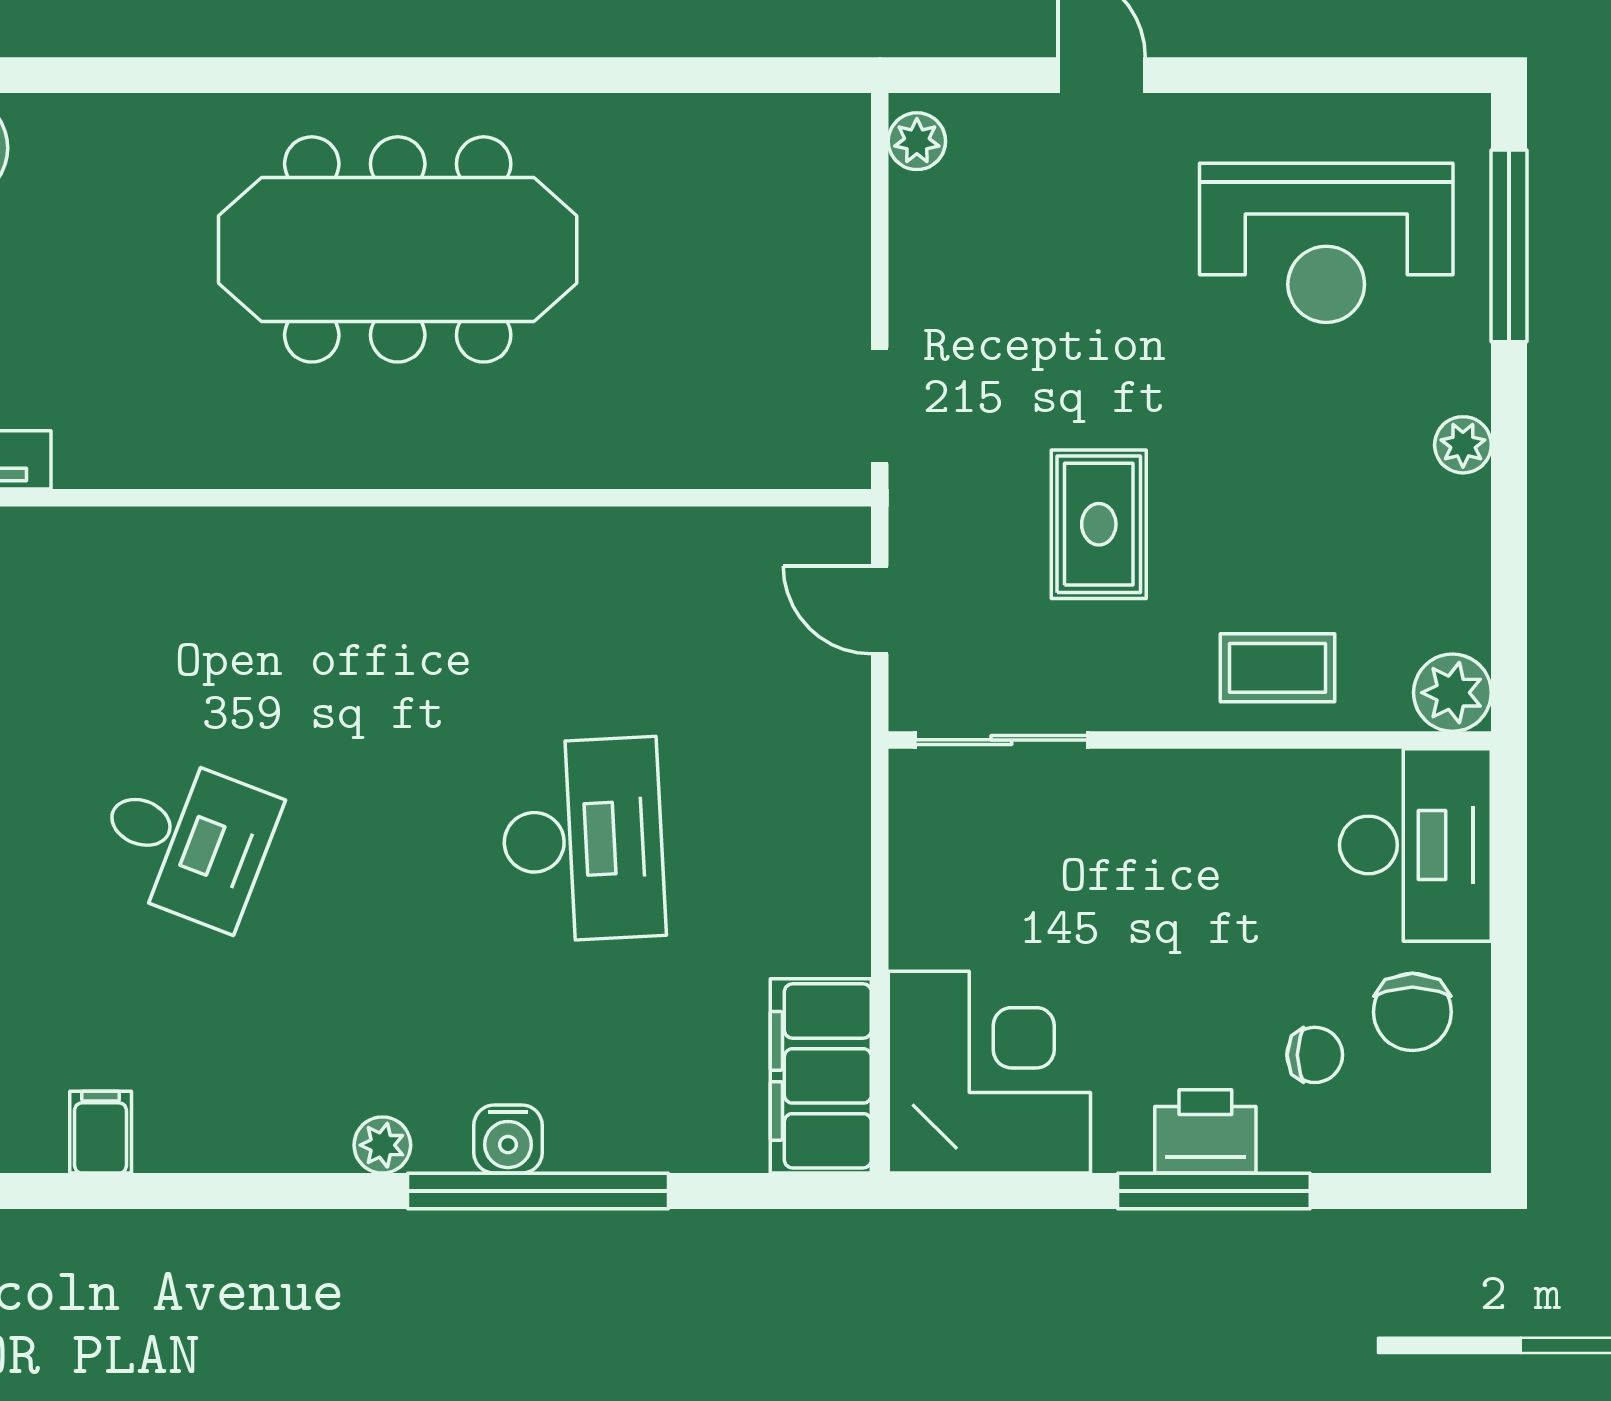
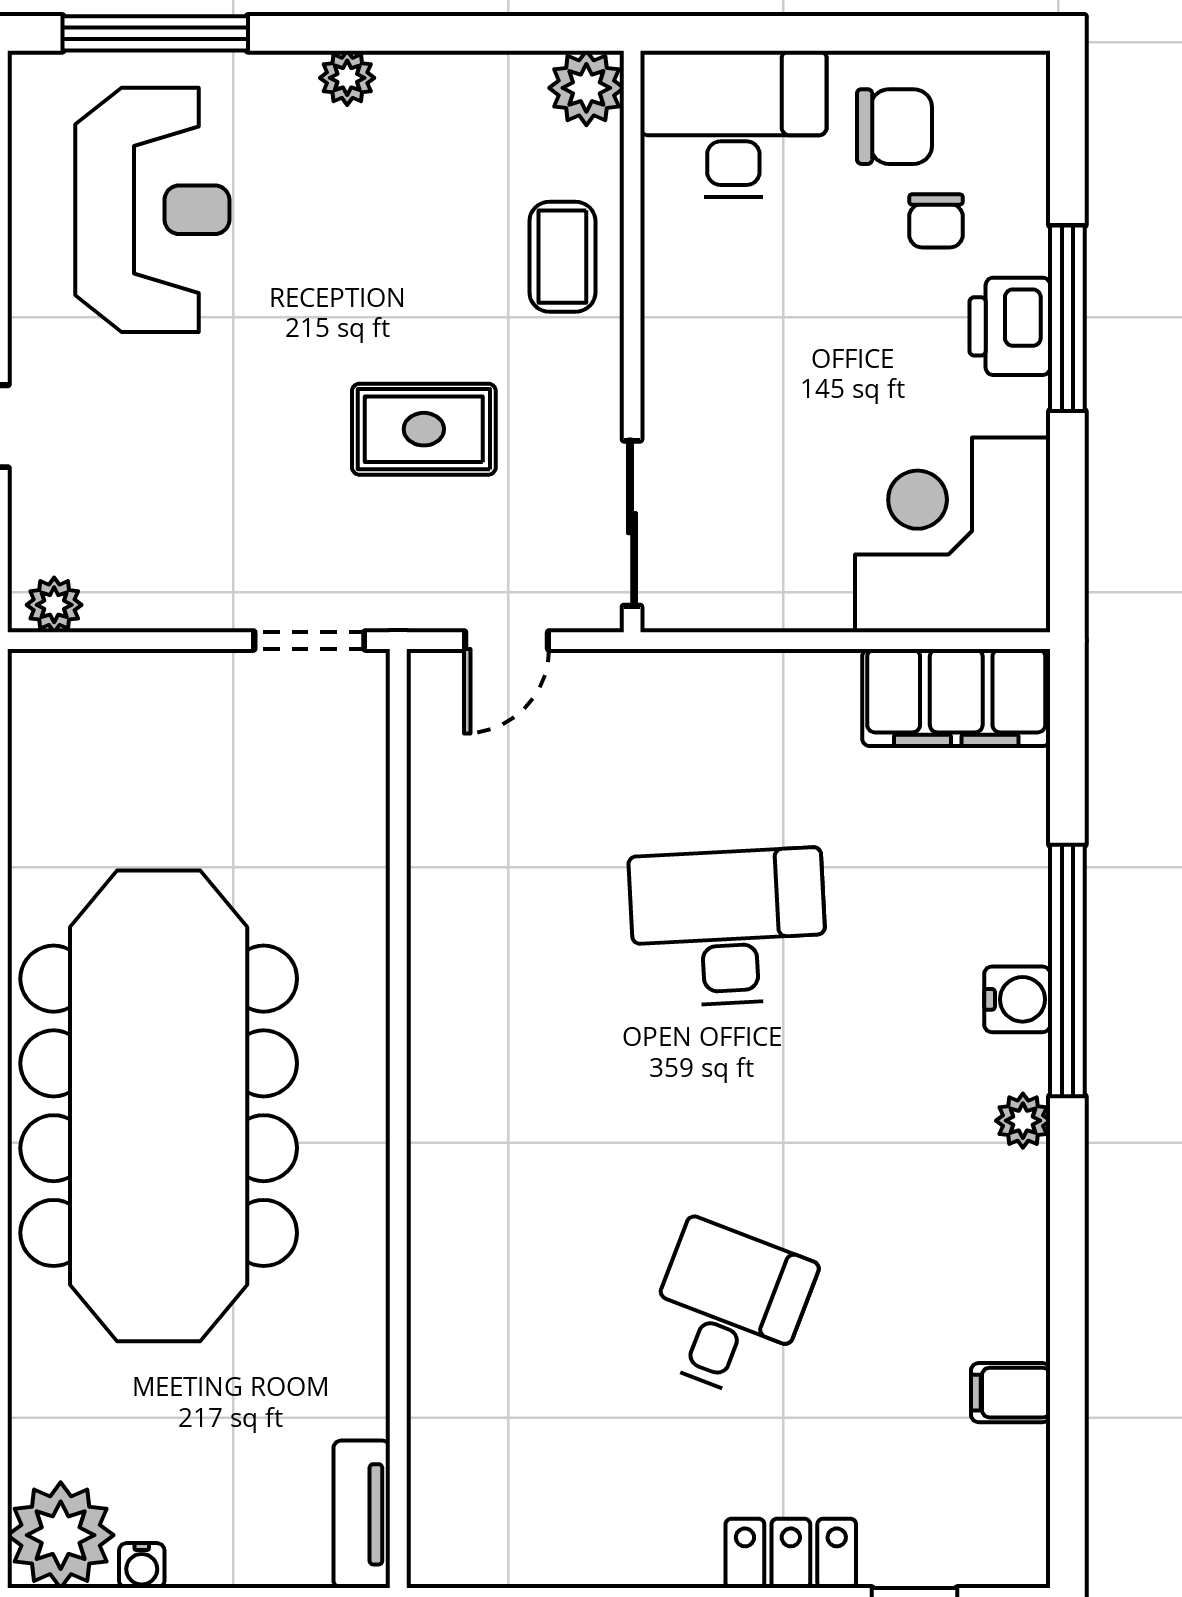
meeting table: (398, 249) -> (159, 1106), width x1.36, depth x1.27
chair: (1315, 1055) -> (936, 221), turned 180

